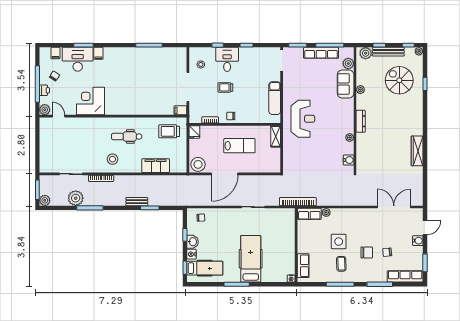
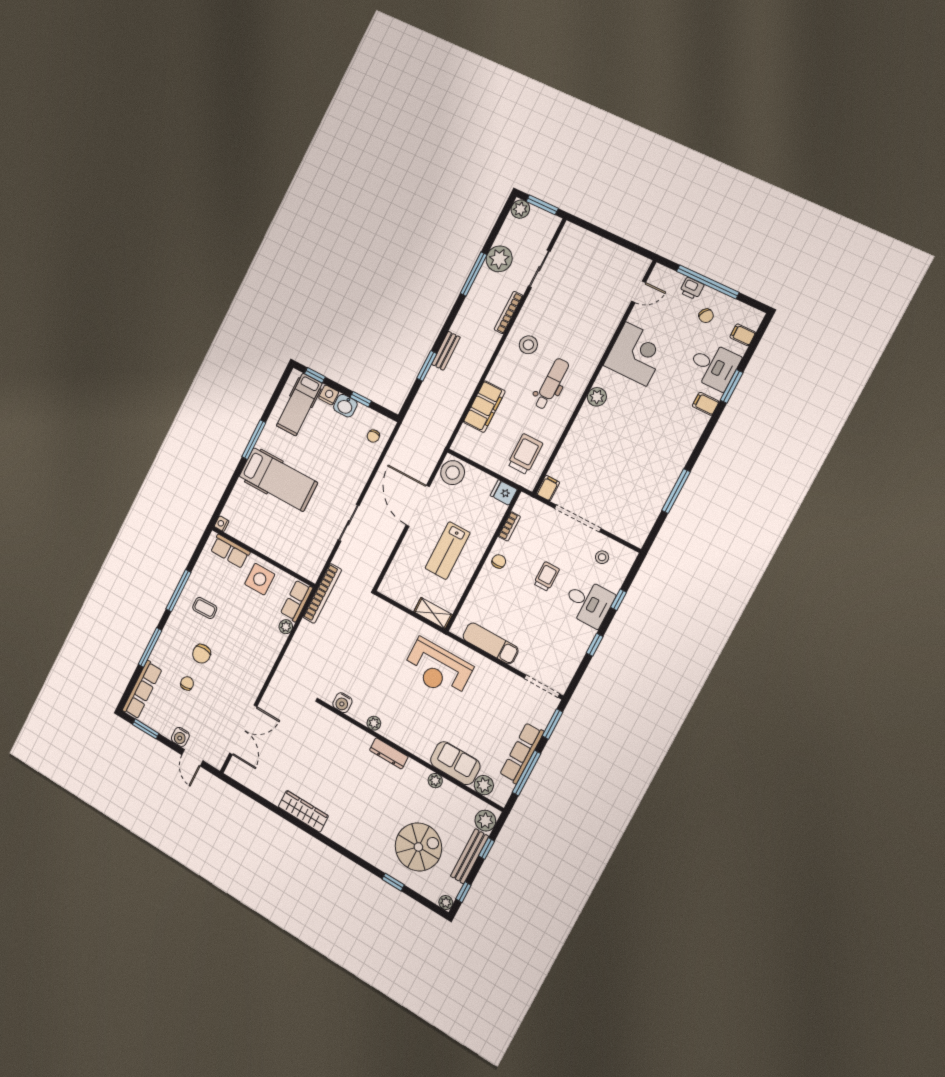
desk: (78, 59) -> (714, 366), width x0.73
plant: (45, 110) -> (597, 397), moved
side table: (339, 242) -> (260, 579), moved

